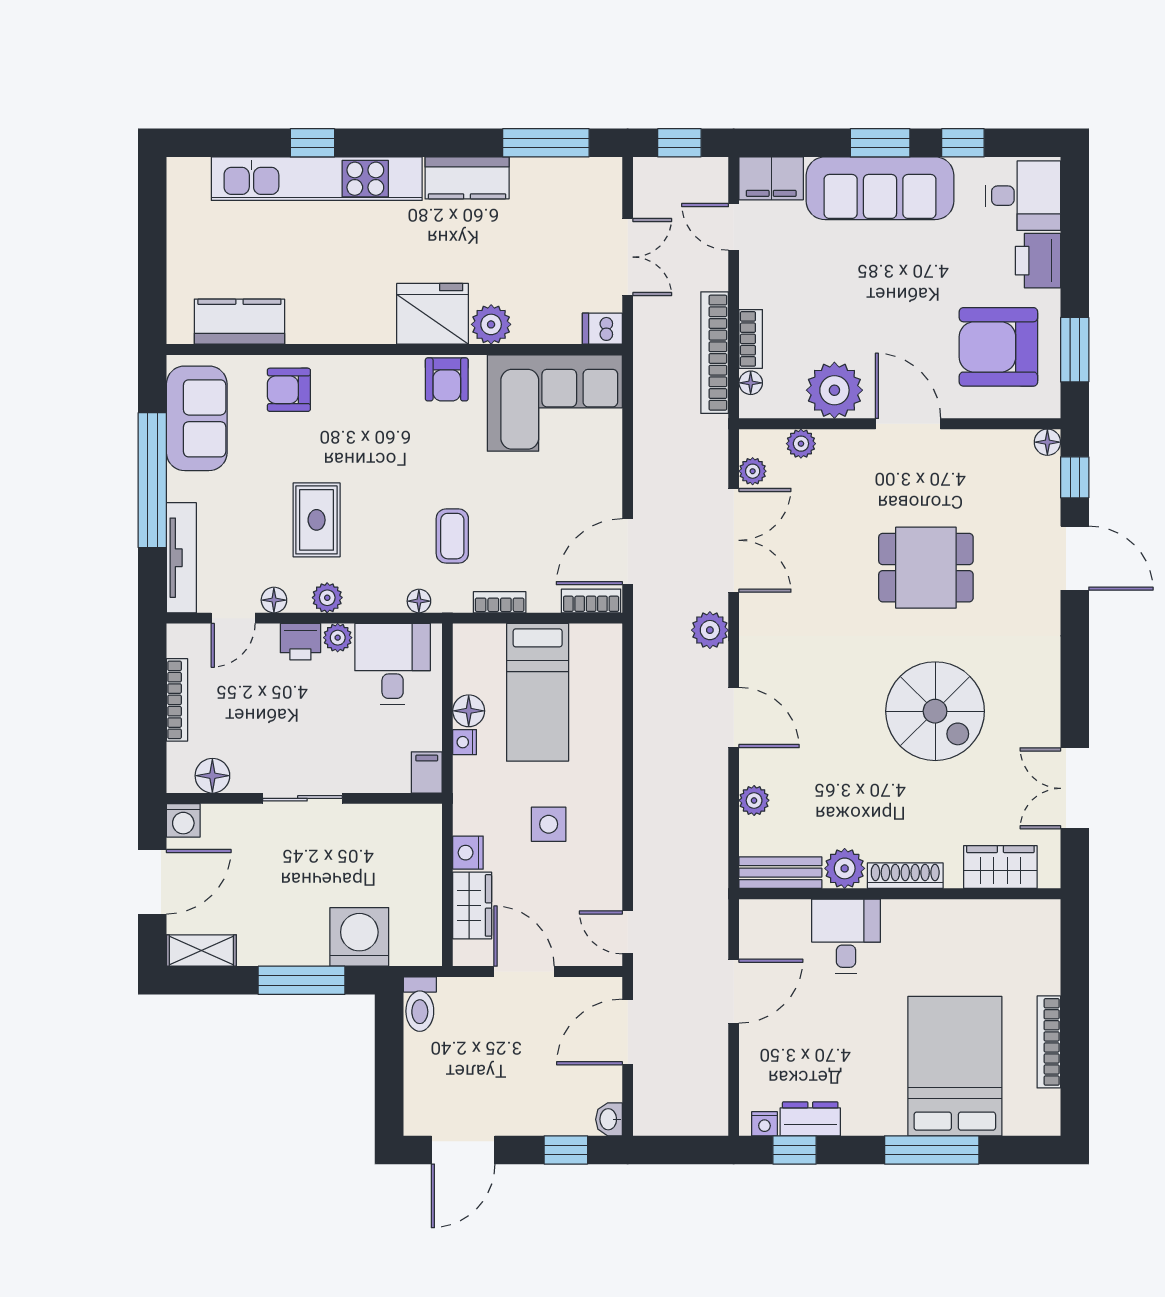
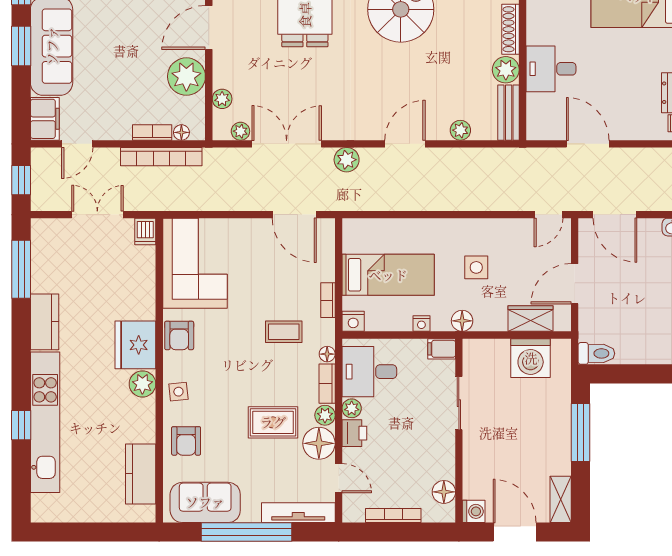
plant: (491, 324) -> (142, 384), moved
side table: (363, 378) -> (178, 392), added
armchair: (447, 379) -> (179, 335), turned 90
floor lamp: (274, 600) -> (319, 443), width x1.89, depth x1.89
bookcase: (591, 601) -> (327, 384), moved
floor lamp: (469, 711) -> (462, 321), moved
sliding door: (302, 798) -> (459, 403), moved
nightstand: (468, 853) -> (353, 321), moved
washing machine: (359, 937) -> (531, 358), moved, turned -90

